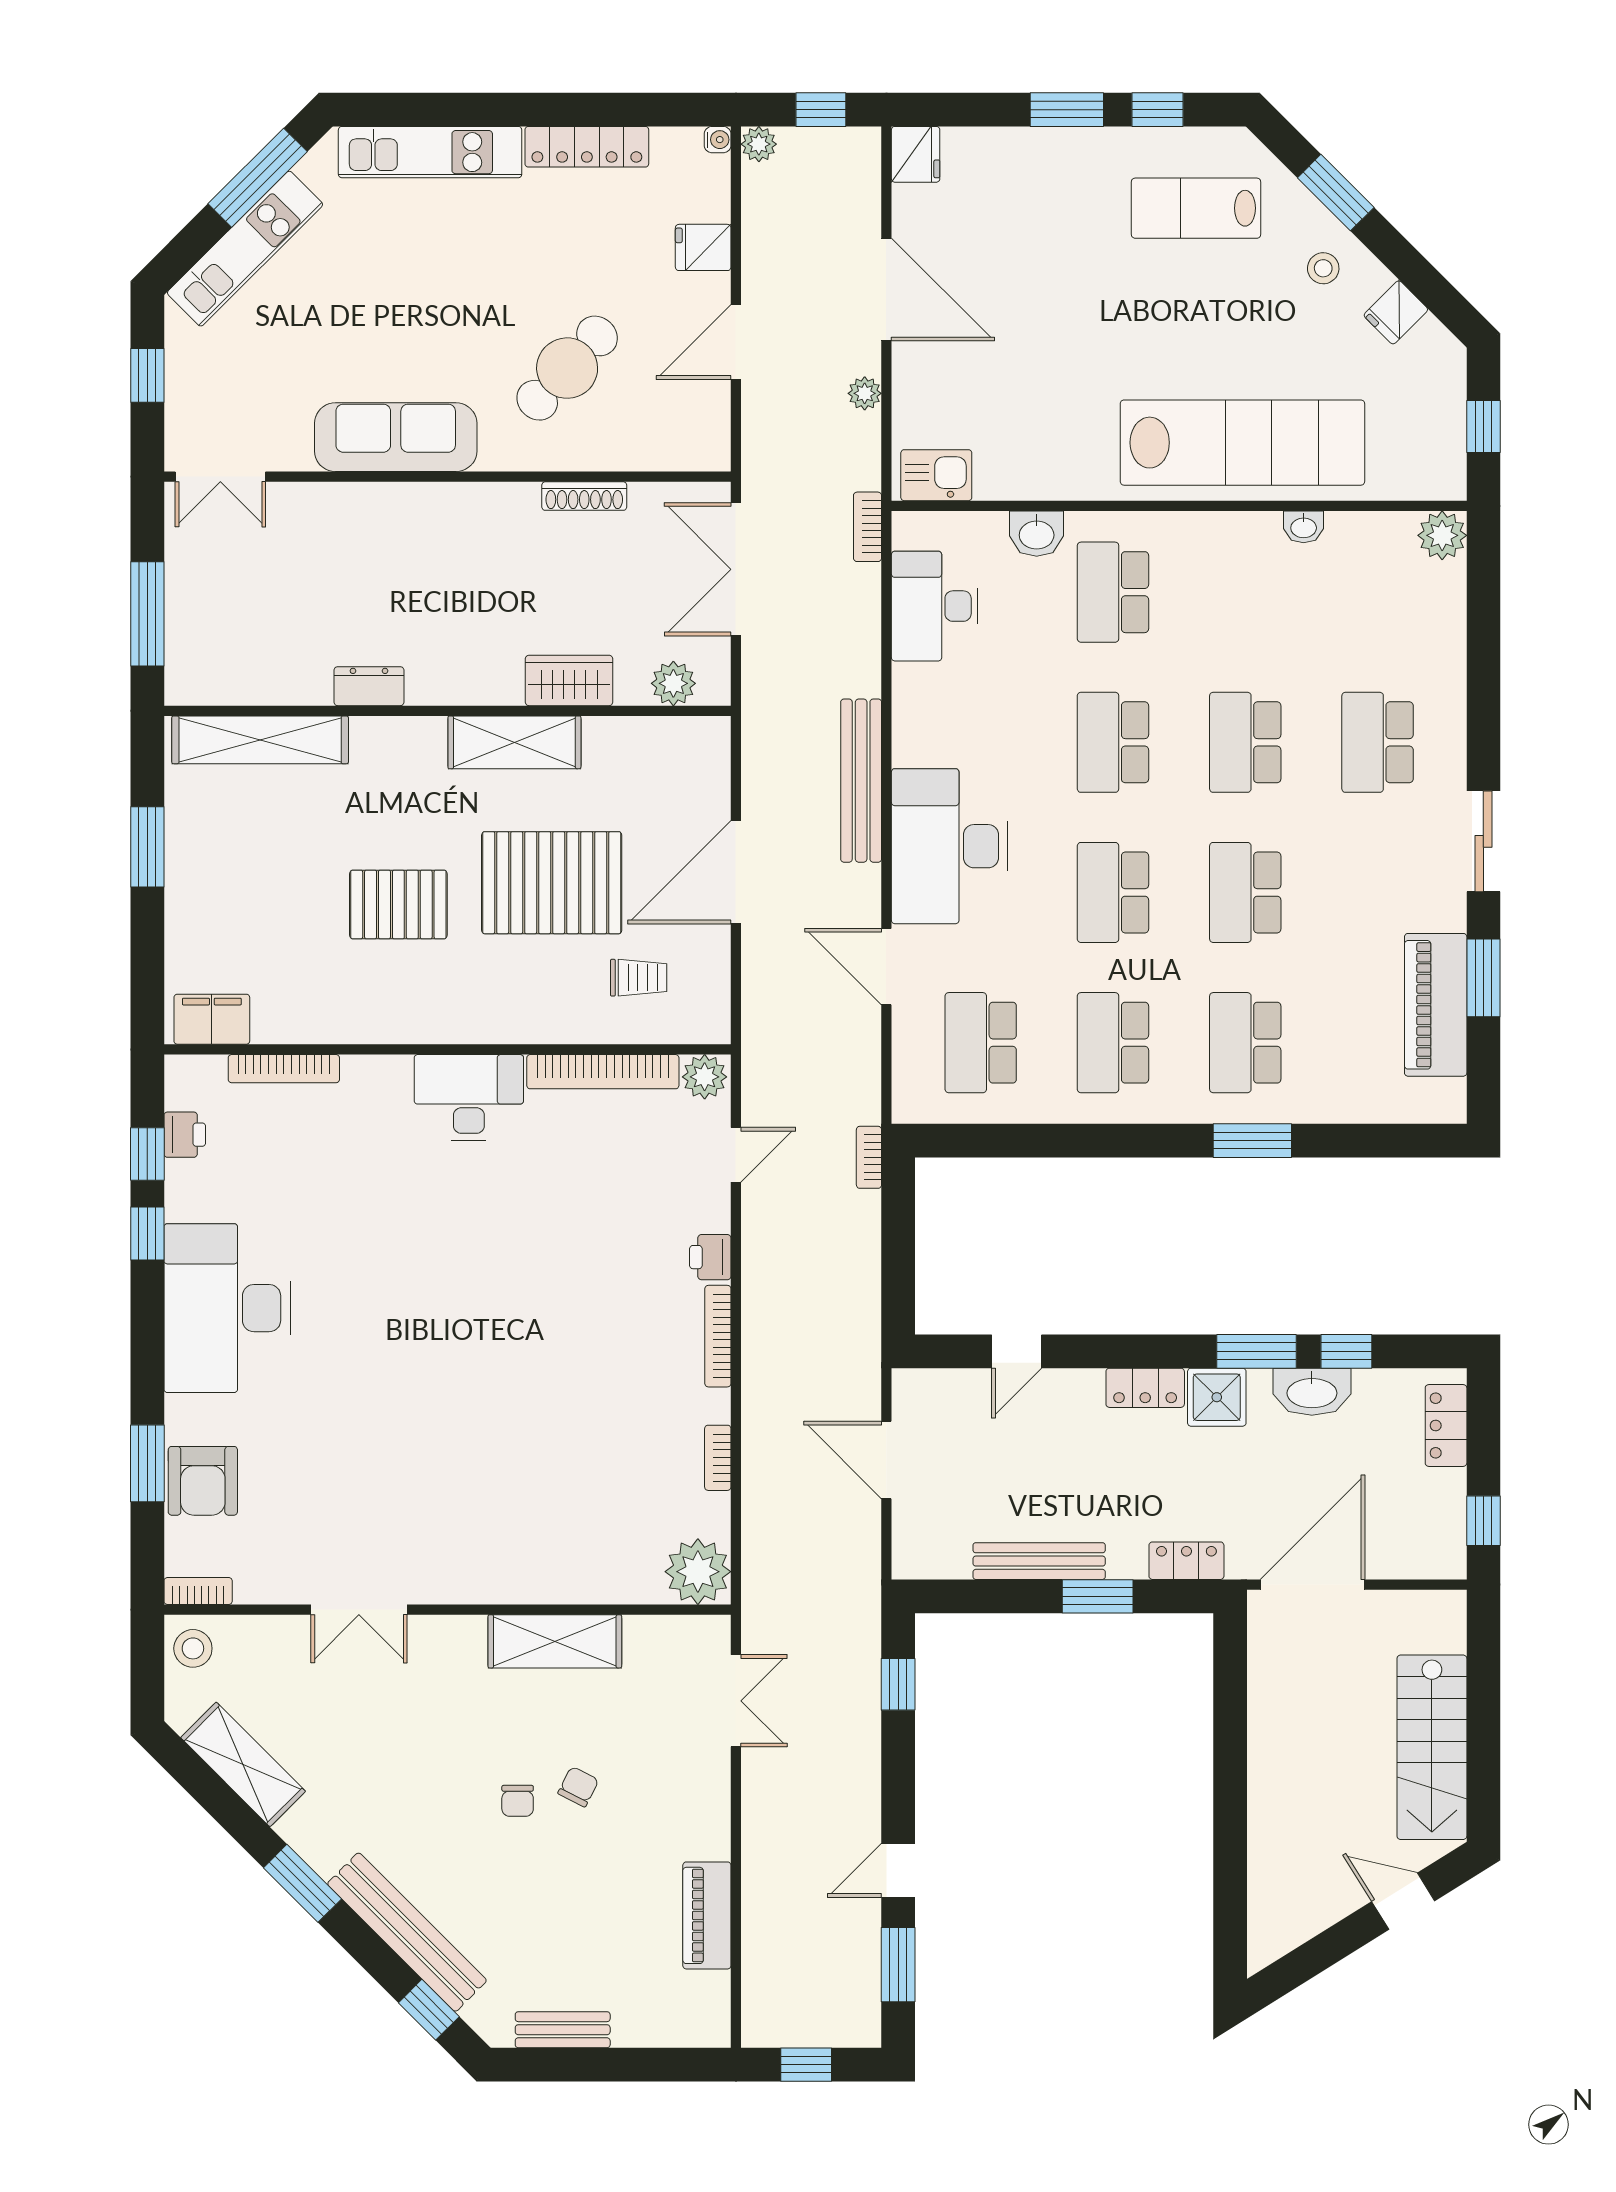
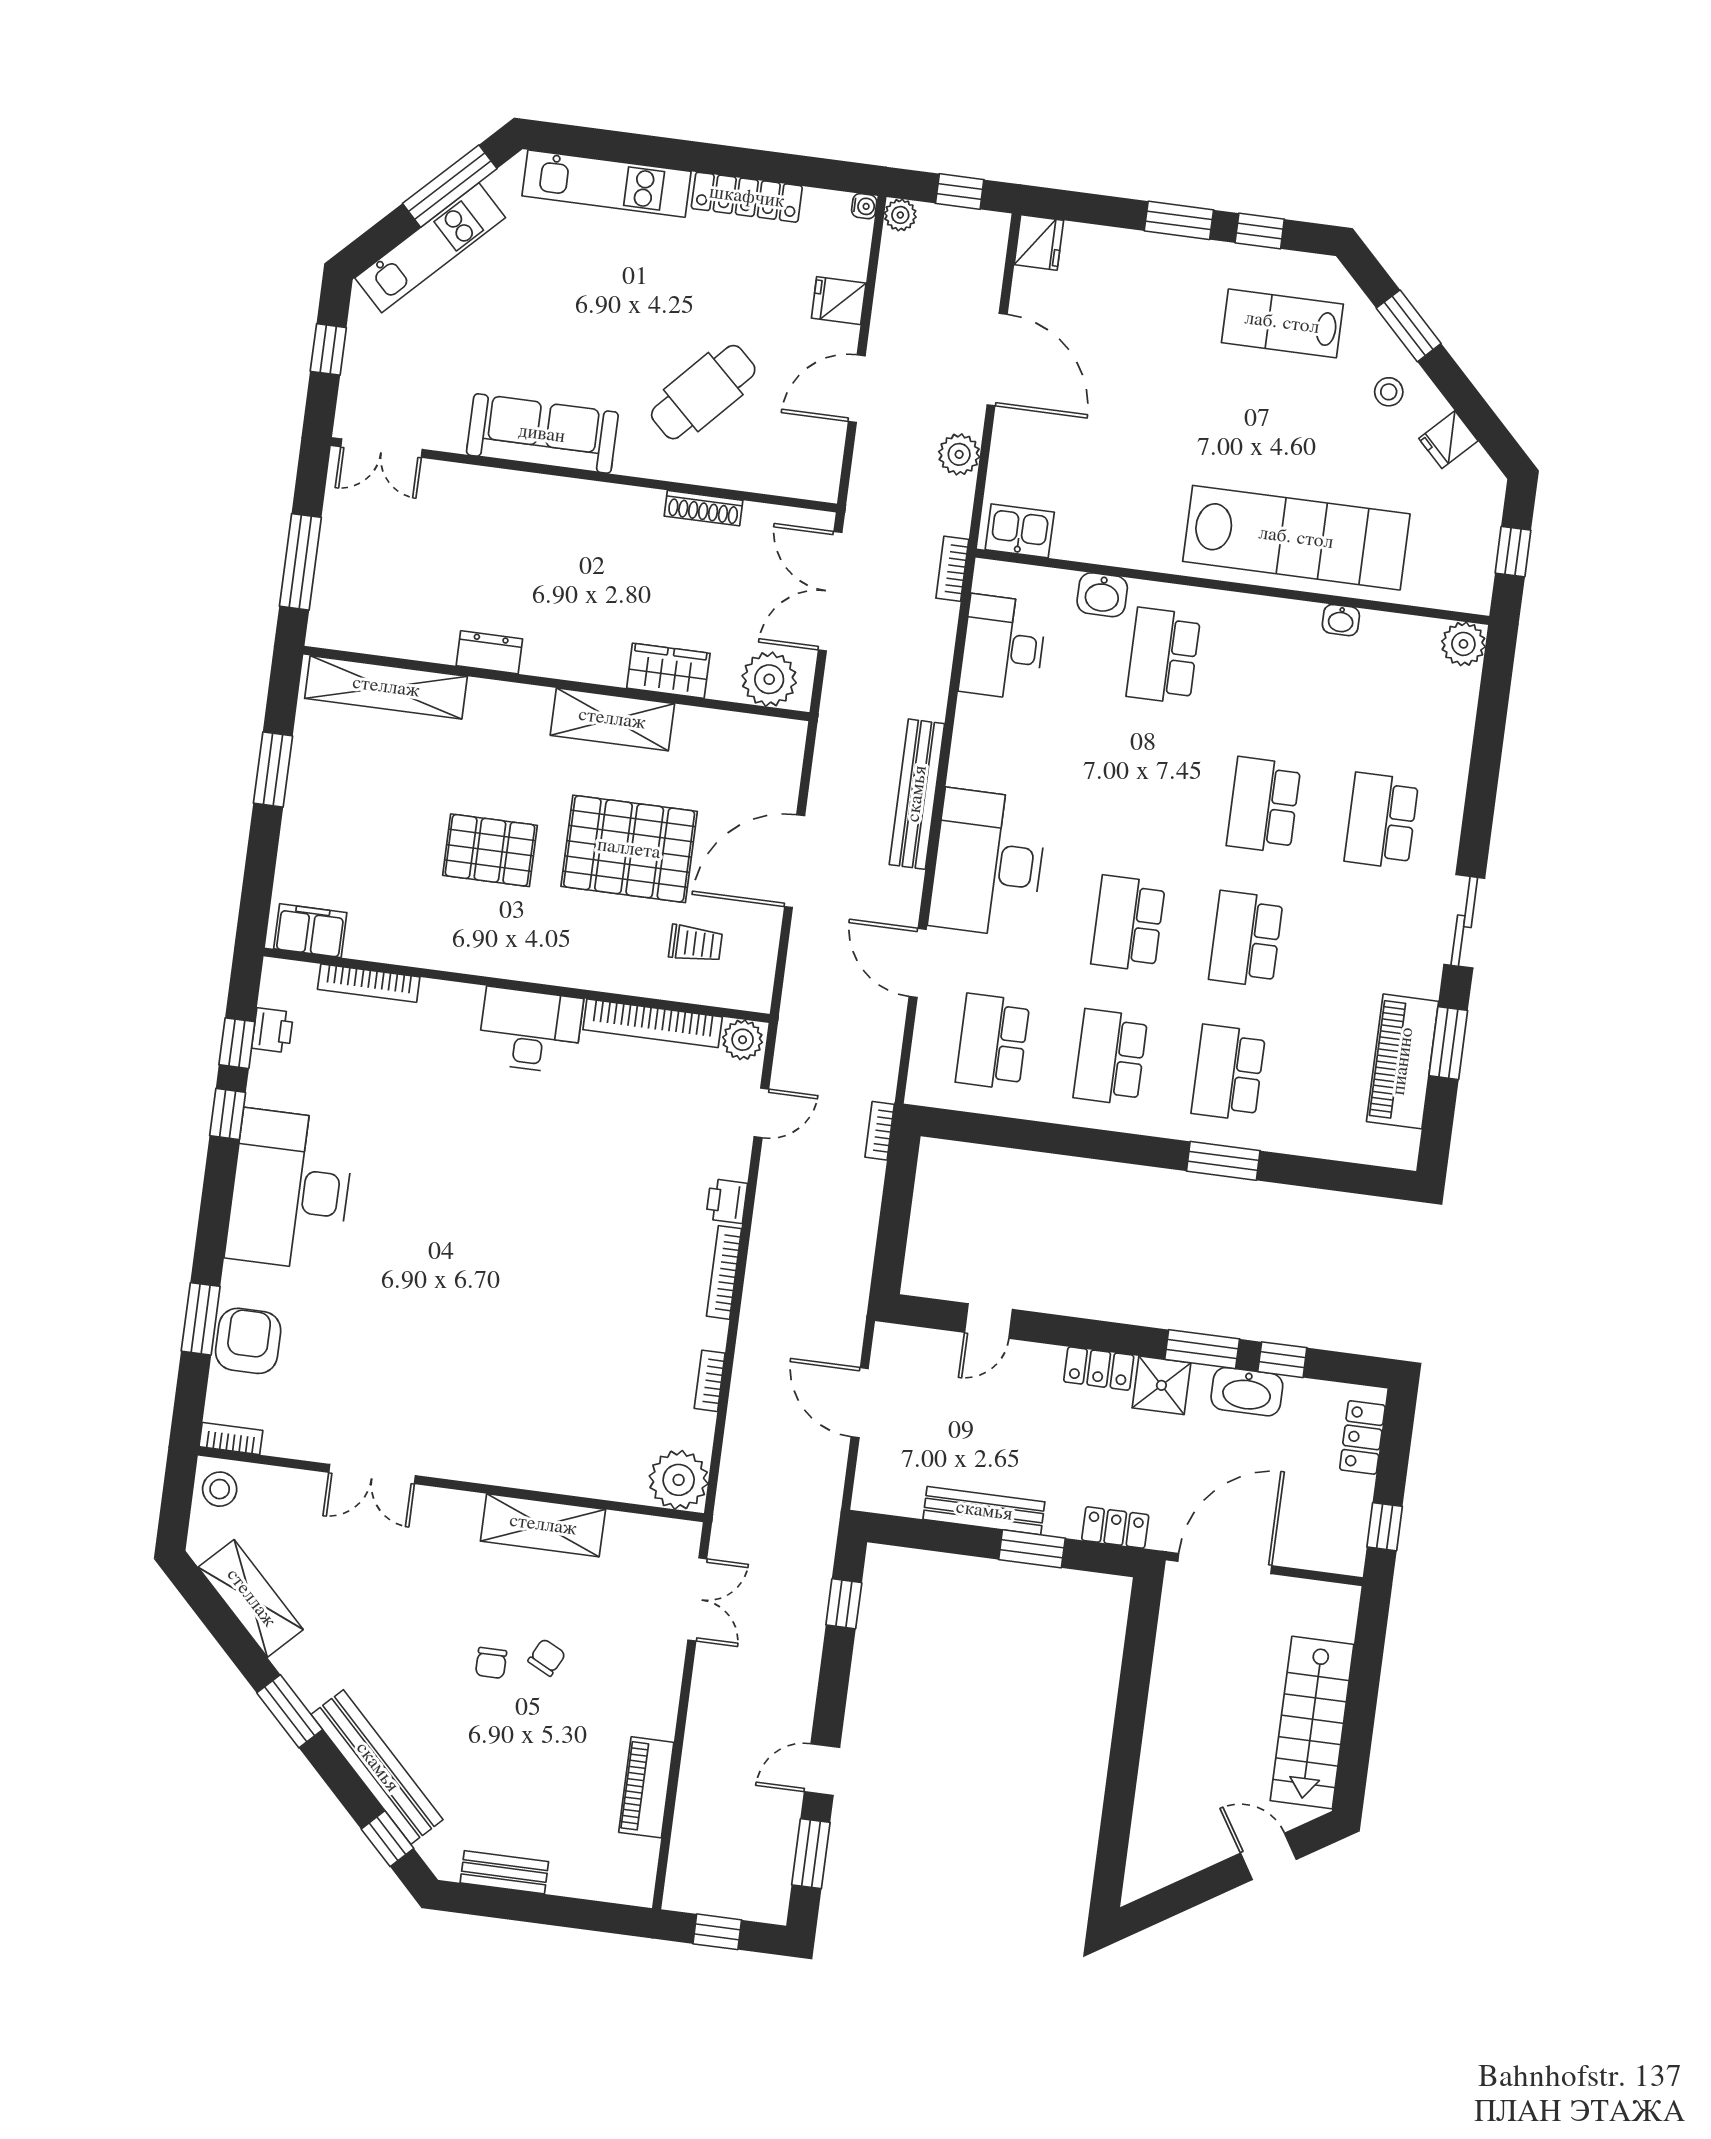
plant: (865, 393) -> (959, 454), width x1.38, depth x1.38
plant: (673, 683) -> (769, 679), width x1.36, depth x1.36
school desk: (1113, 742) -> (1146, 790), removed
armchair: (203, 1481) -> (248, 1341), turned 180

